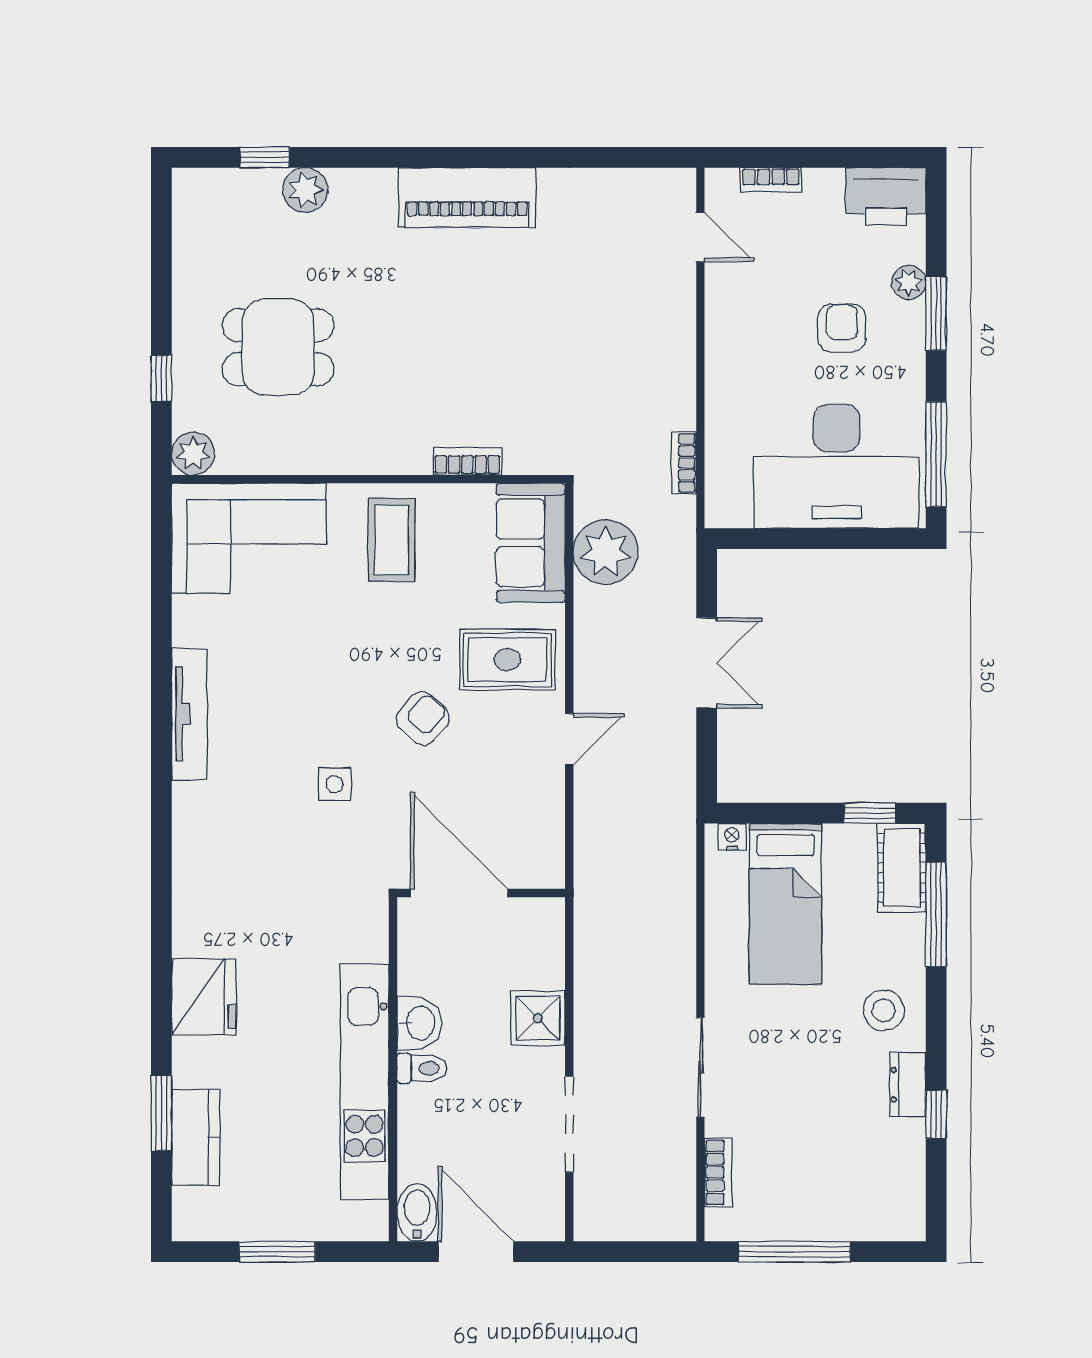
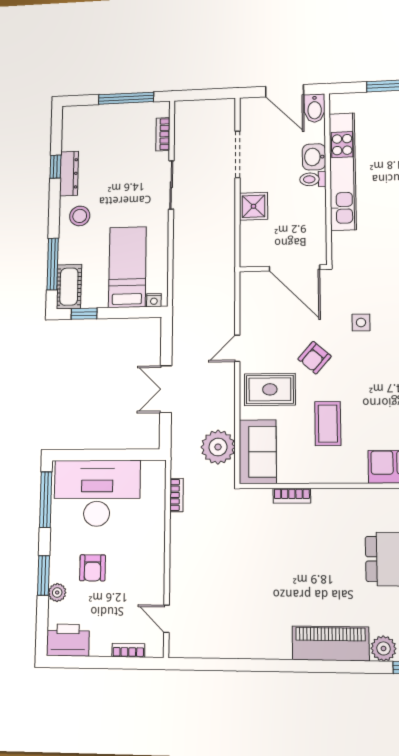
piano: (467, 197) -> (331, 643), moved
coffee table: (391, 540) -> (328, 424), moved
washbasin: (419, 1023) -> (314, 157), moved
dresser: (908, 1085) -> (69, 174), width x1.44

